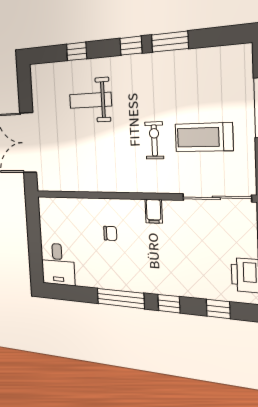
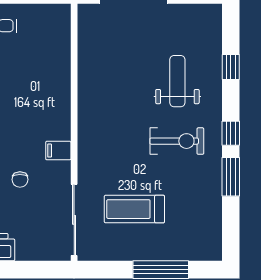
treadmill: (204, 137) -> (134, 209), turned -90
exercise bike: (154, 140) -> (177, 141), moved, width x1.38, depth x1.39
chair: (110, 233) -> (20, 180), moved

